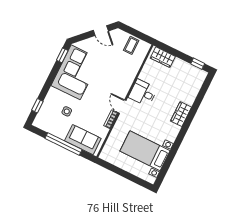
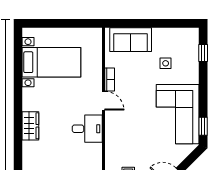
window: (63, 144) -> (151, 23), removed

